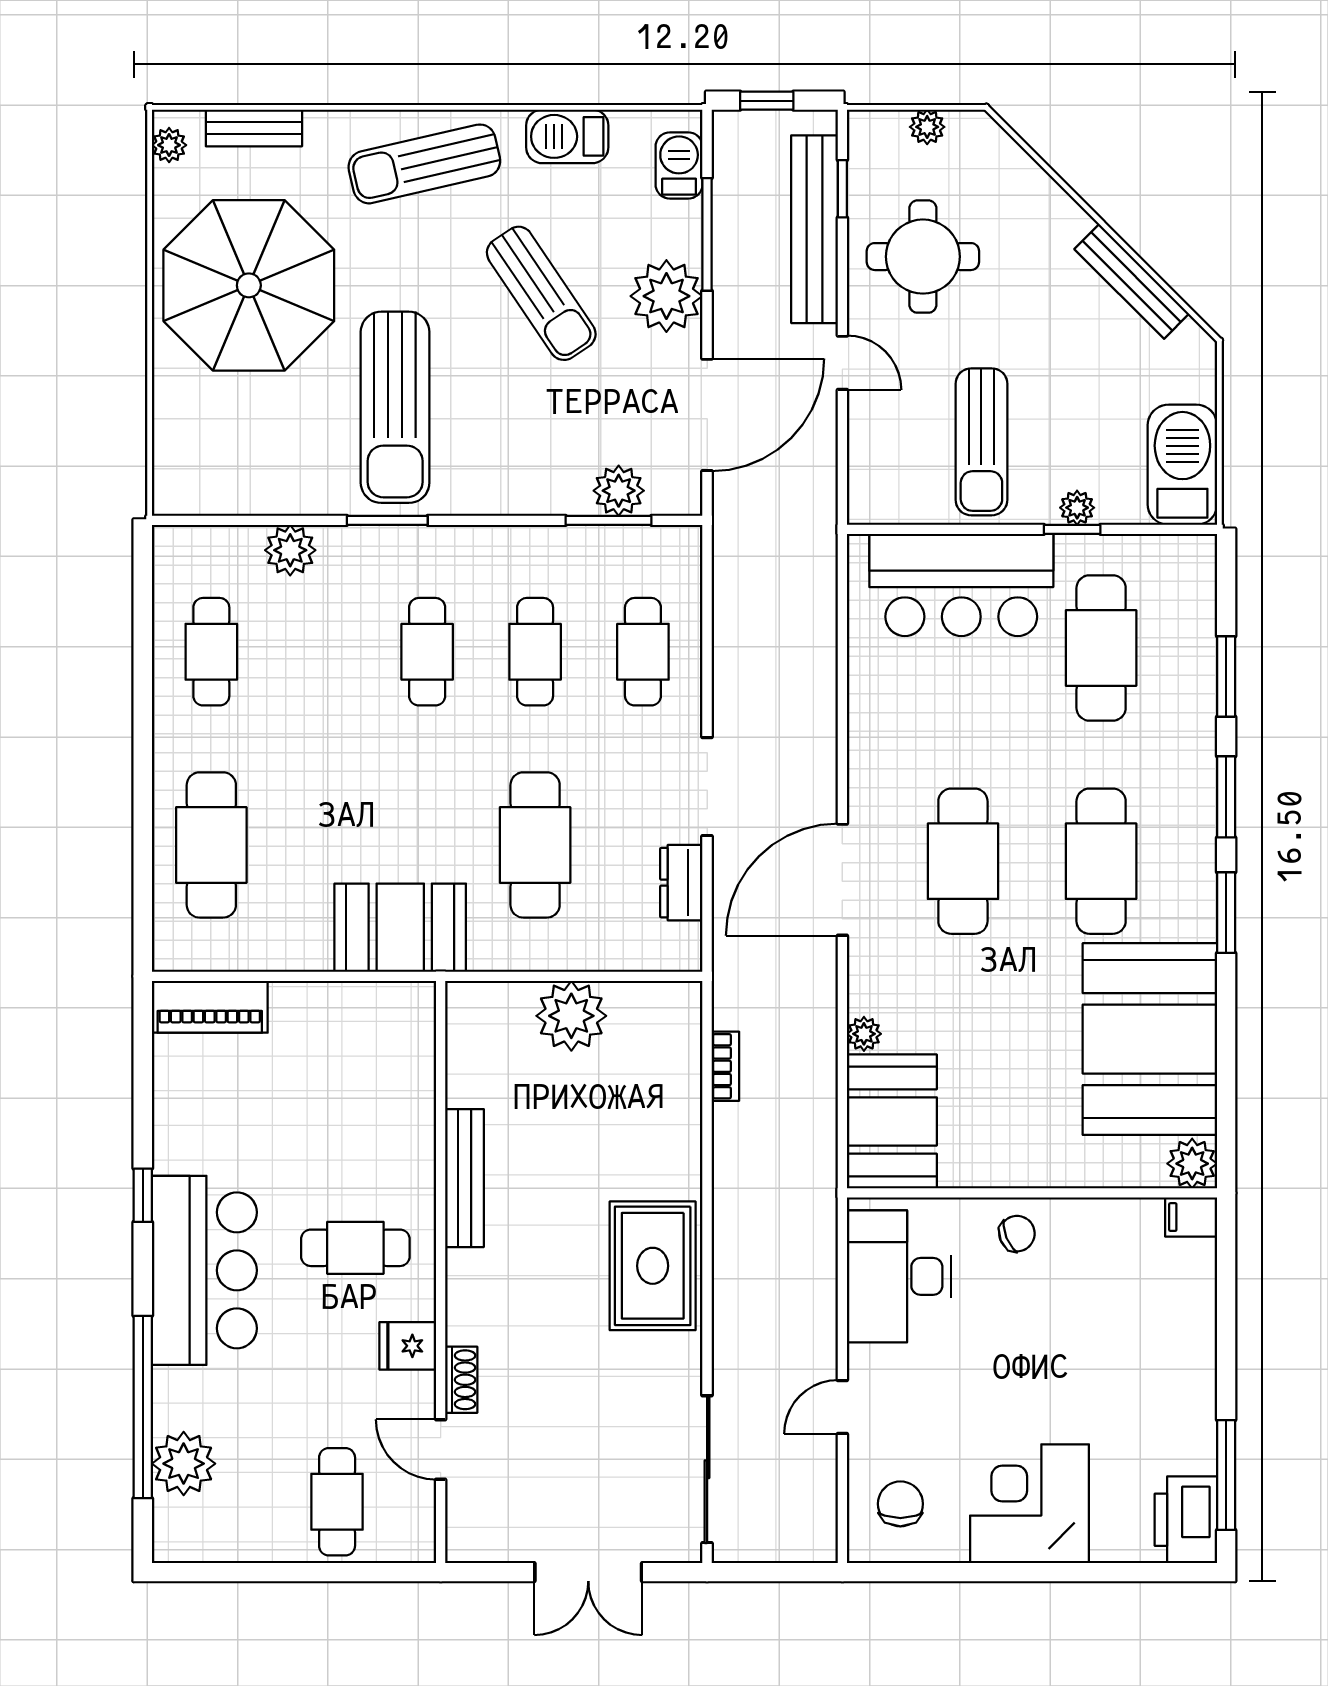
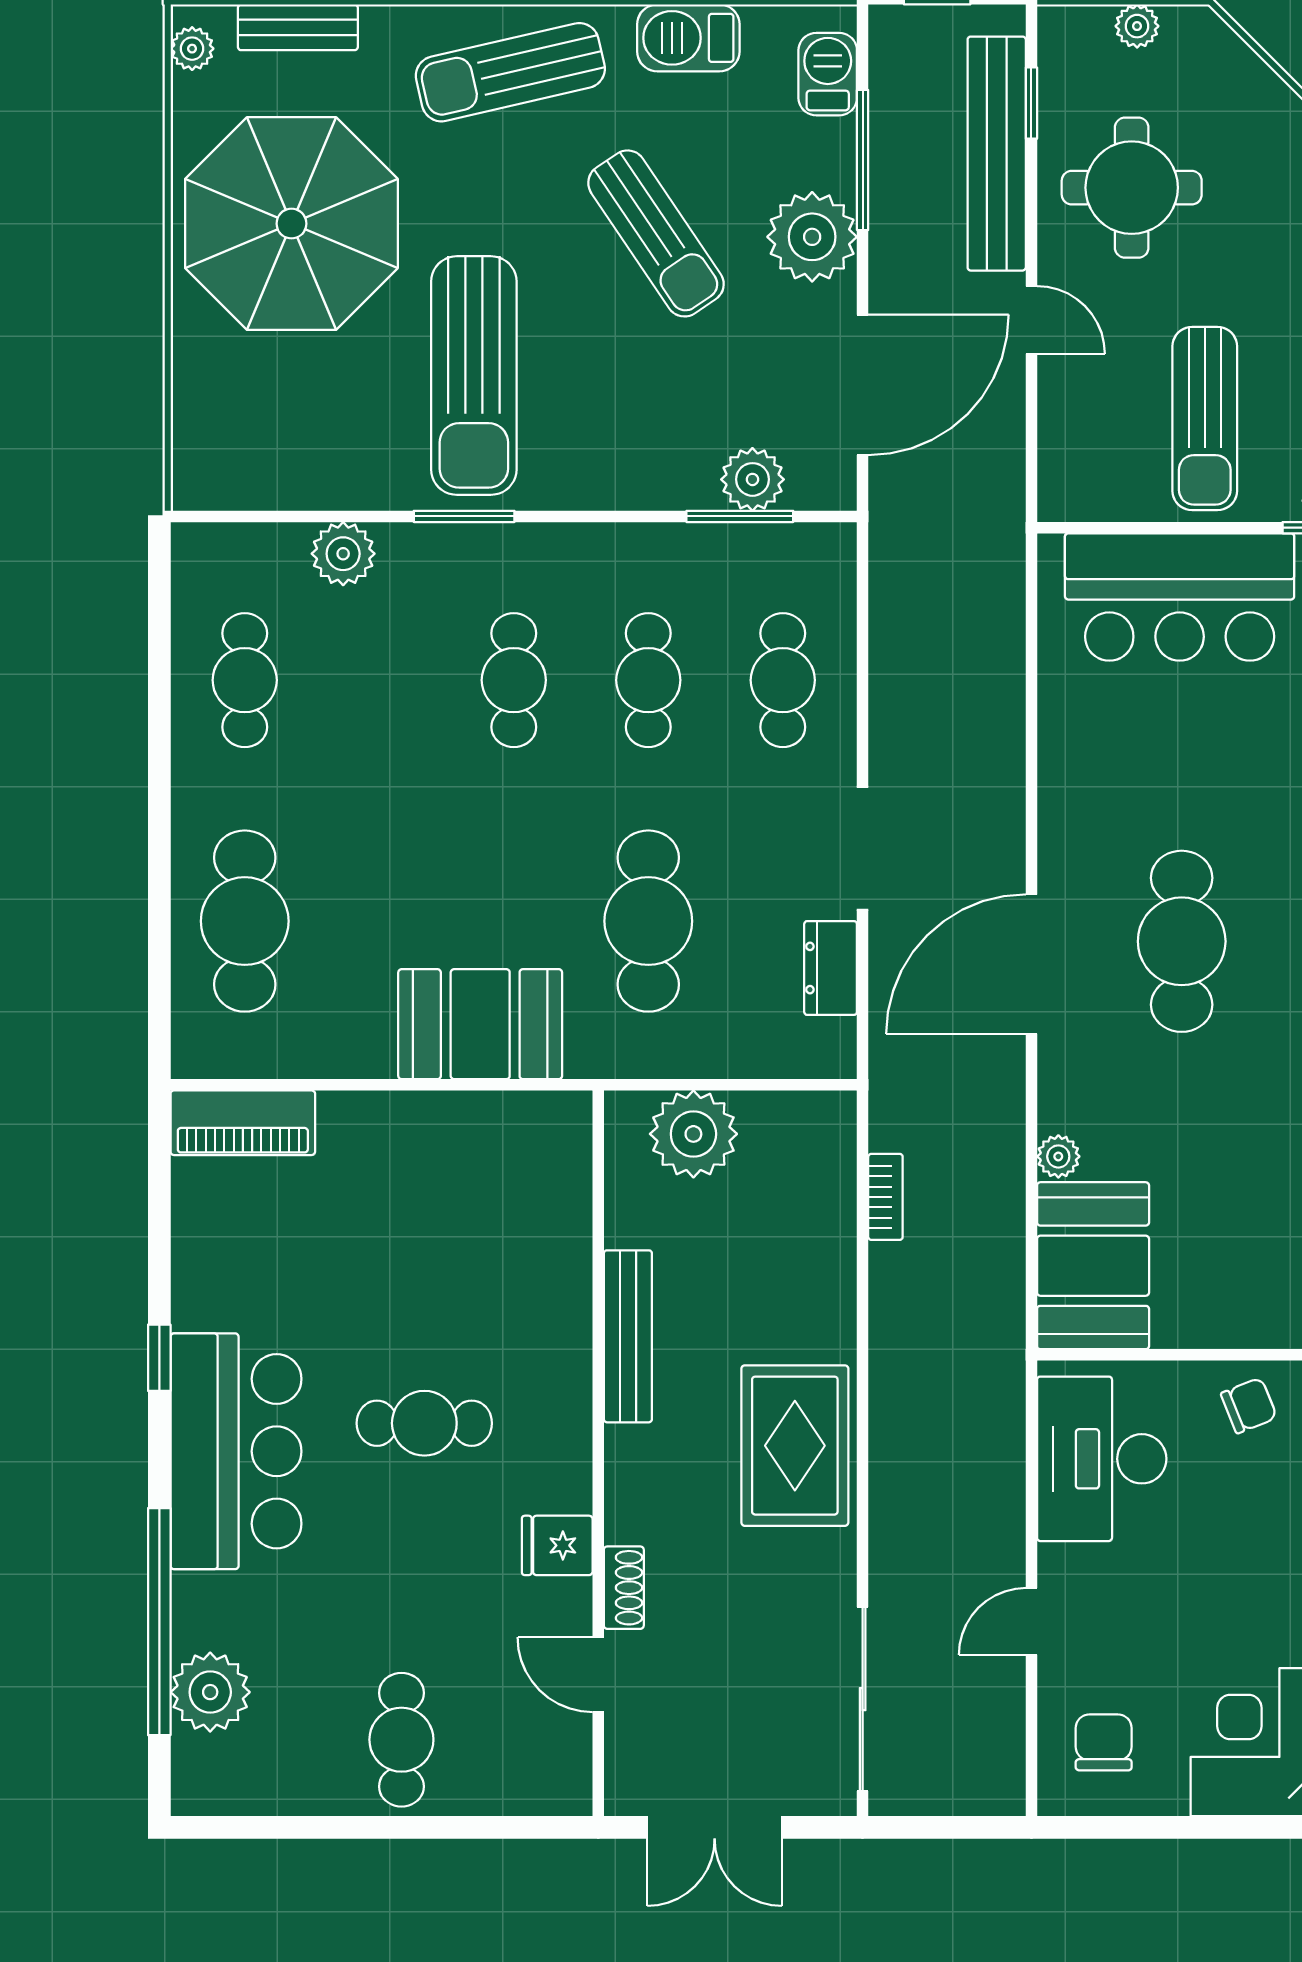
bench: (465, 1178) -> (628, 1336), moved
wall: (441, 1272) -> (598, 1453), moved
fridge: (408, 1346) -> (557, 1545), moved
shoe rack: (461, 1380) -> (624, 1588), moved
door: (441, 1450) -> (598, 1675), moved

